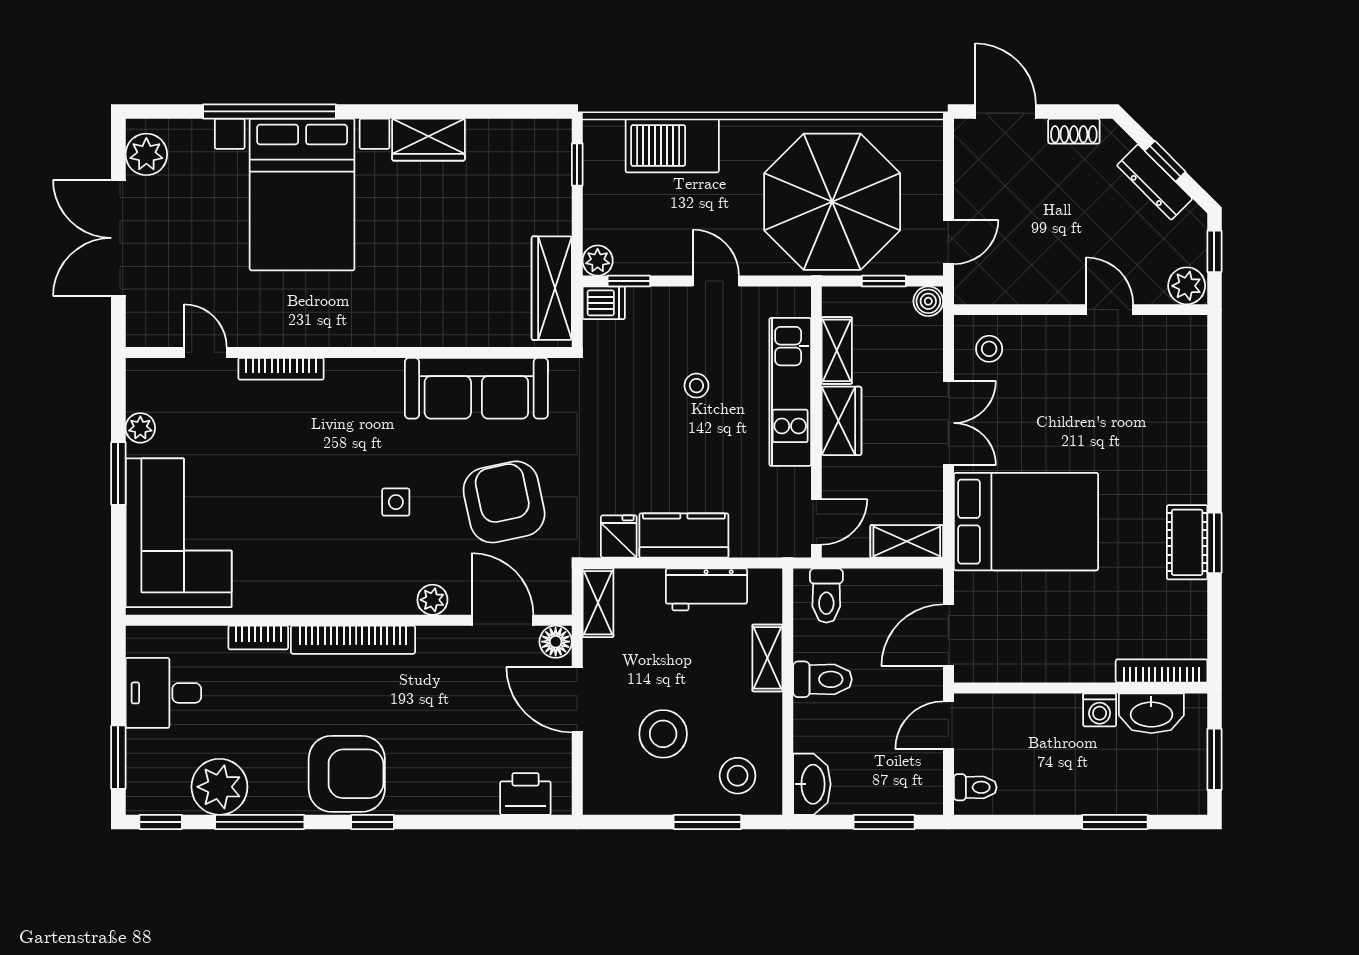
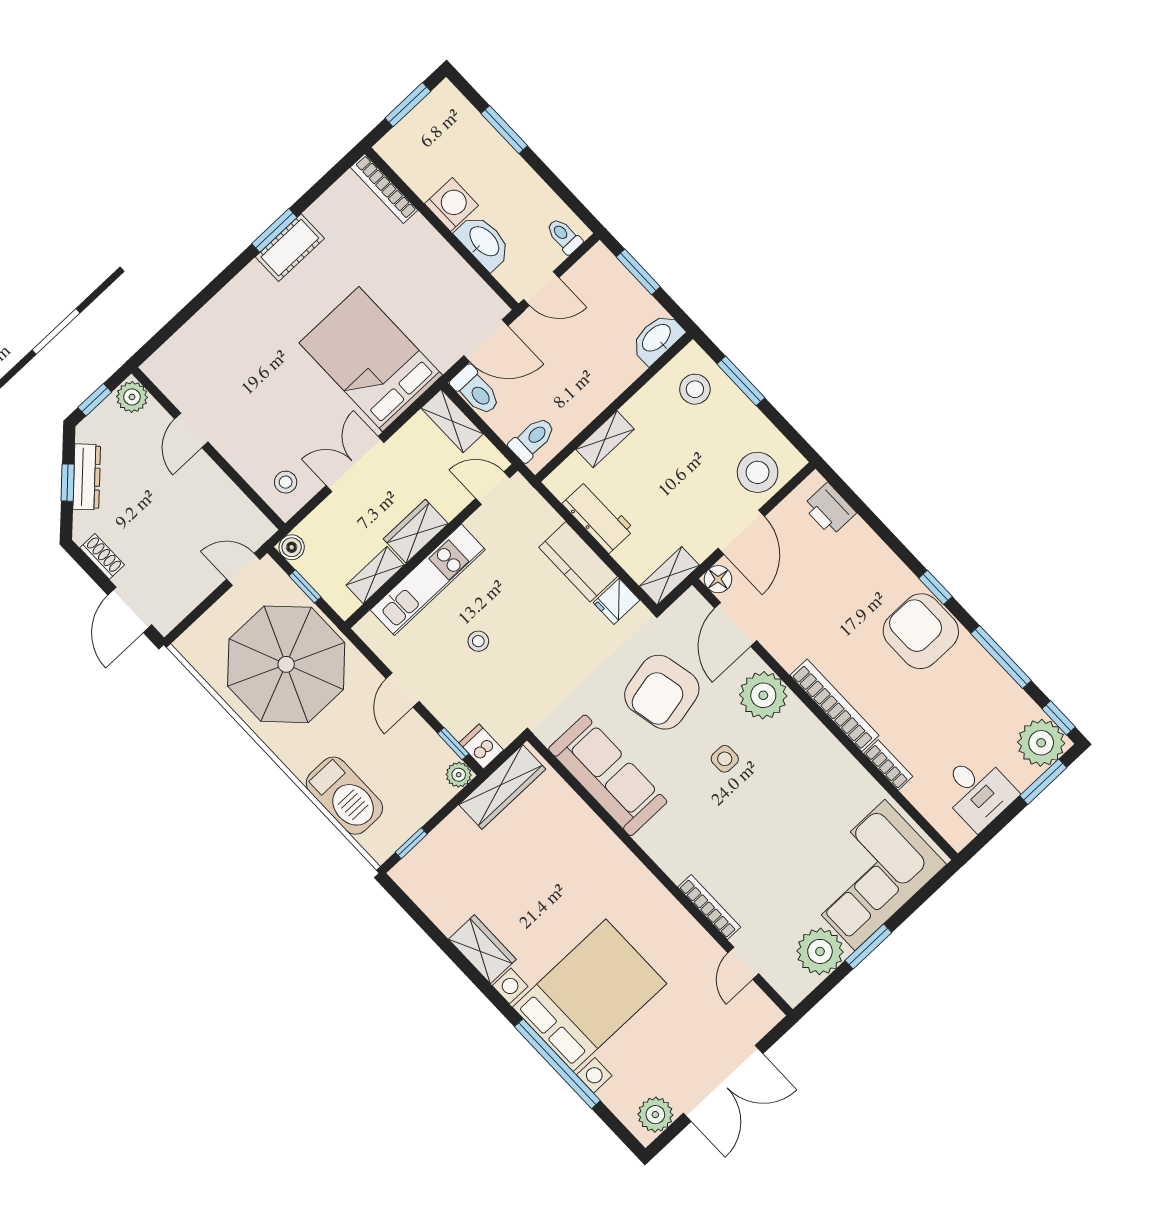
plant: (140, 428) -> (820, 951), width x1.87, depth x1.87
plant: (432, 600) -> (763, 695), width x1.88, depth x1.88
toilet: (823, 679) -> (476, 391), moved, turned 180
washing machine: (1100, 710) -> (452, 204), width x1.38, depth x1.38
washbasin: (1151, 713) -> (484, 242), moved
stool: (663, 734) -> (758, 472), moved
plant: (219, 787) -> (1041, 743), moved

